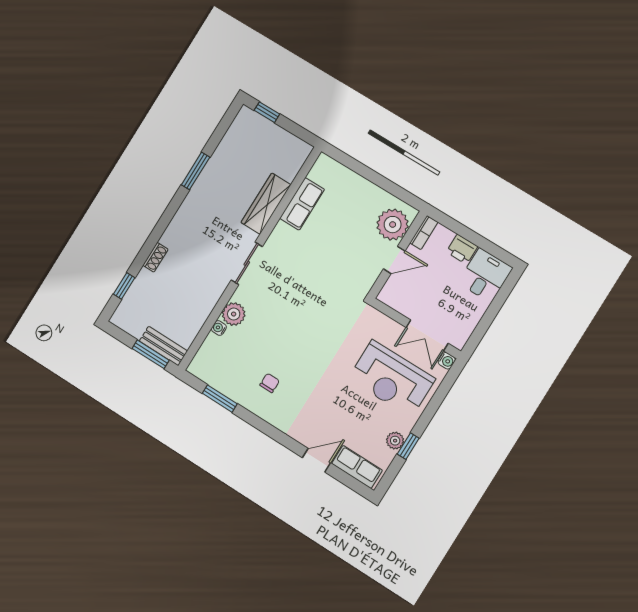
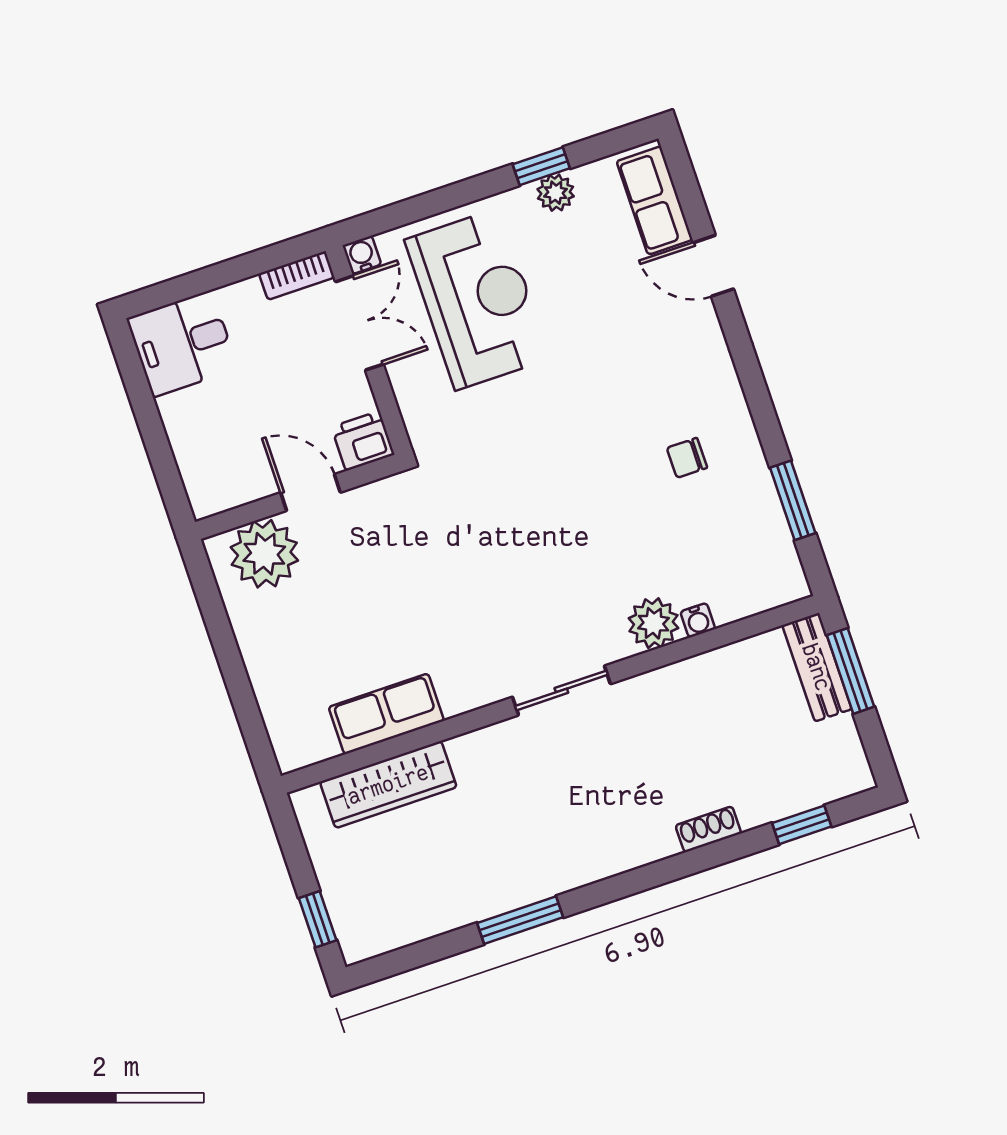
wardrobe: (266, 204) -> (388, 784), moved
bookcase: (424, 233) -> (297, 275), moved, turned 180
printer: (462, 249) -> (363, 441), moved, turned -90

